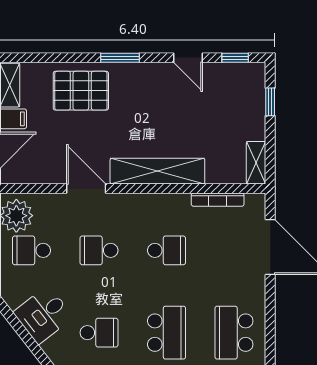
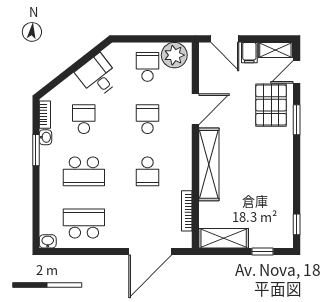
window: (120, 58) -> (297, 120), moved
door: (188, 58) -> (297, 72), moved
shelving: (256, 163) -> (224, 238), width x1.50, depth x1.33
school desk: (99, 333) -> (84, 119), turned 180

